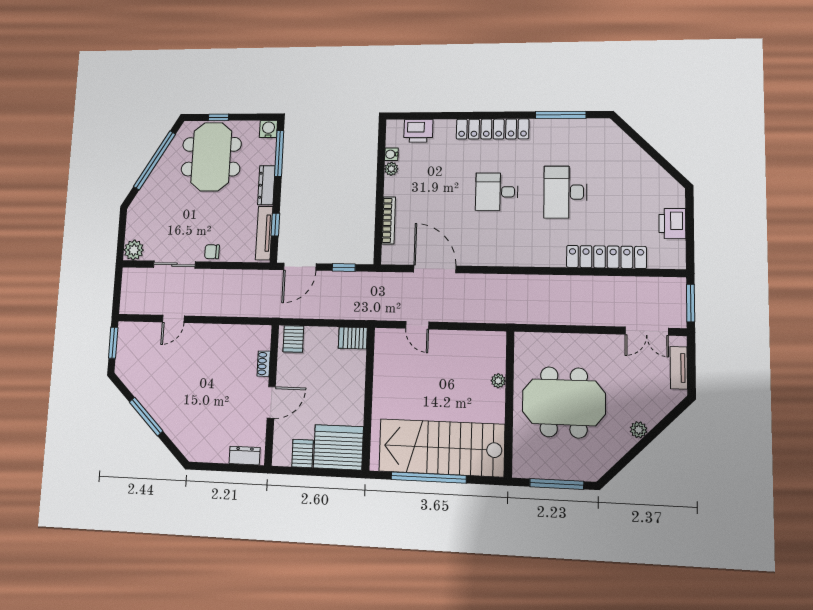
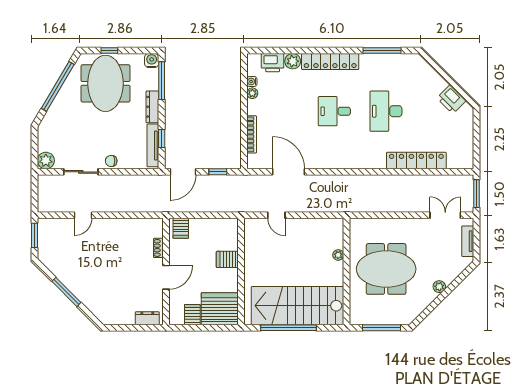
plant: (444, 129) -> (293, 61), added
printer: (672, 224) -> (451, 99), moved, turned -45
double door: (647, 331) -> (445, 215), swing flipped
server rack: (353, 338) -> (227, 259), moved

